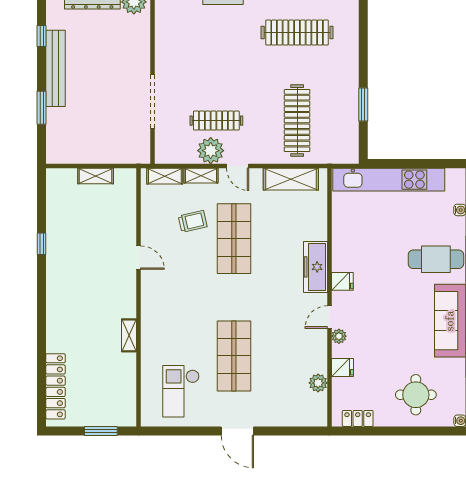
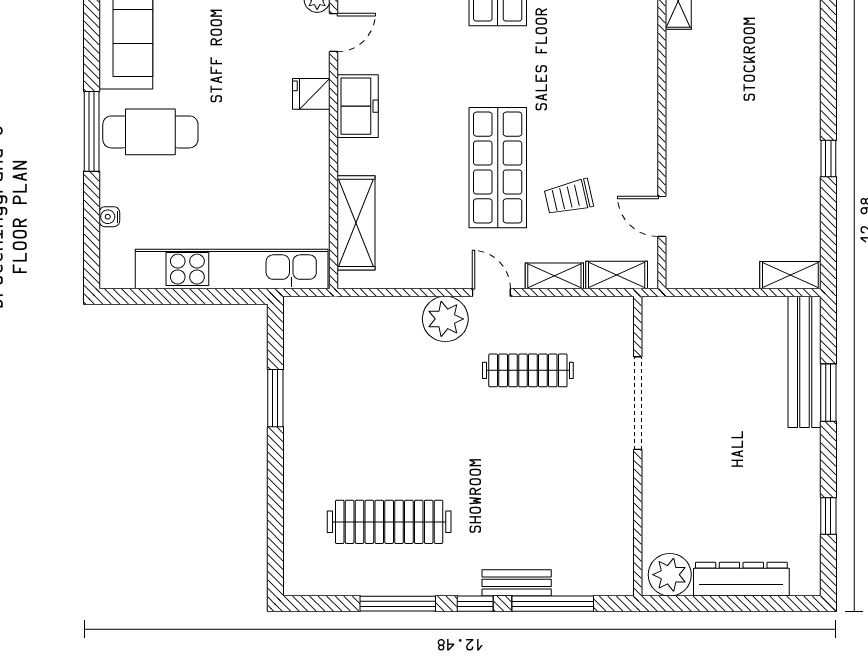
bench: (55, 68) -> (805, 362), moved
clothes rail: (297, 121) -> (389, 370), removed
plant: (211, 151) -> (445, 319), moved
shelving: (96, 176) -> (790, 275), moved
shelving: (291, 179) -> (356, 223), moved, turned 90
door: (138, 258) -> (662, 216), moved
freezer: (315, 267) -> (358, 106), width x0.71

